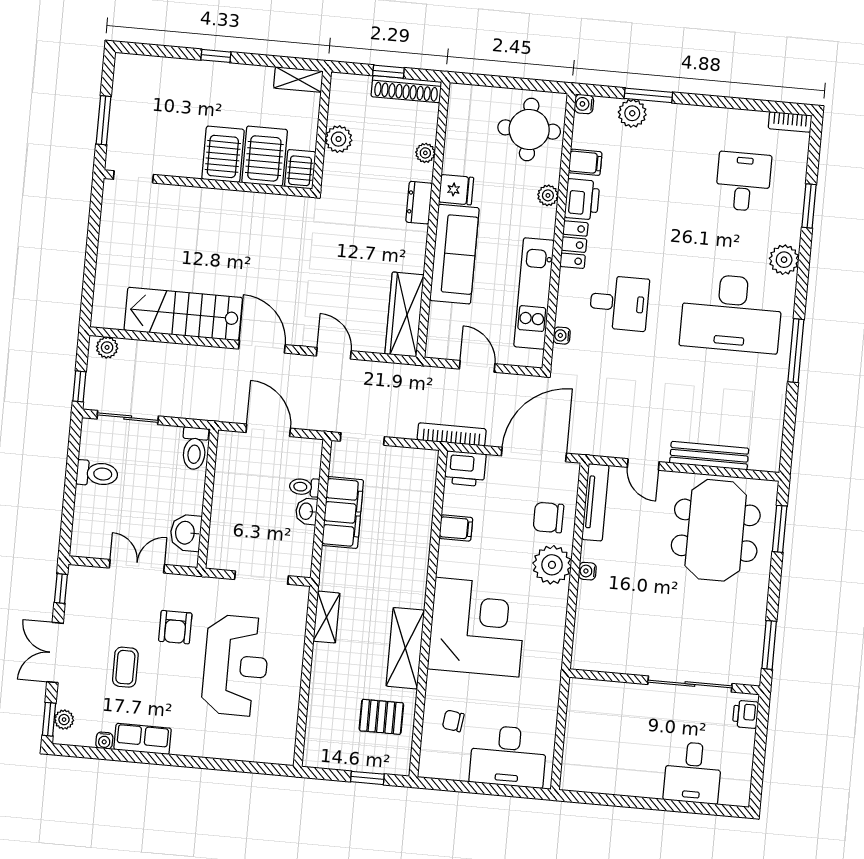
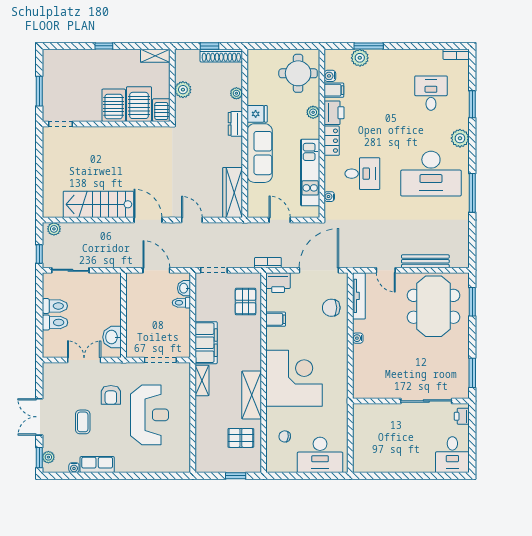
water cooler: (584, 104) -> (330, 76), moved
bookcase: (452, 434) -> (268, 263), width x0.64
toilet: (195, 448) -> (55, 322), moved, turned -90
pallet: (409, 495) -> (246, 302), added
washbasin: (307, 511) -> (184, 288), moved
filing cabinet: (343, 513) -> (206, 343), moved
plant: (552, 565) -> (336, 336), removed
window: (61, 588) -> (39, 378), removed
desk: (693, 773) -> (452, 455), moved

